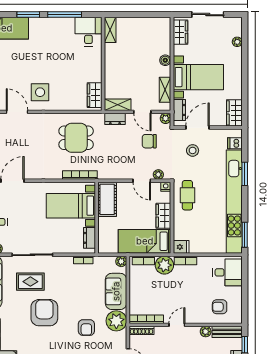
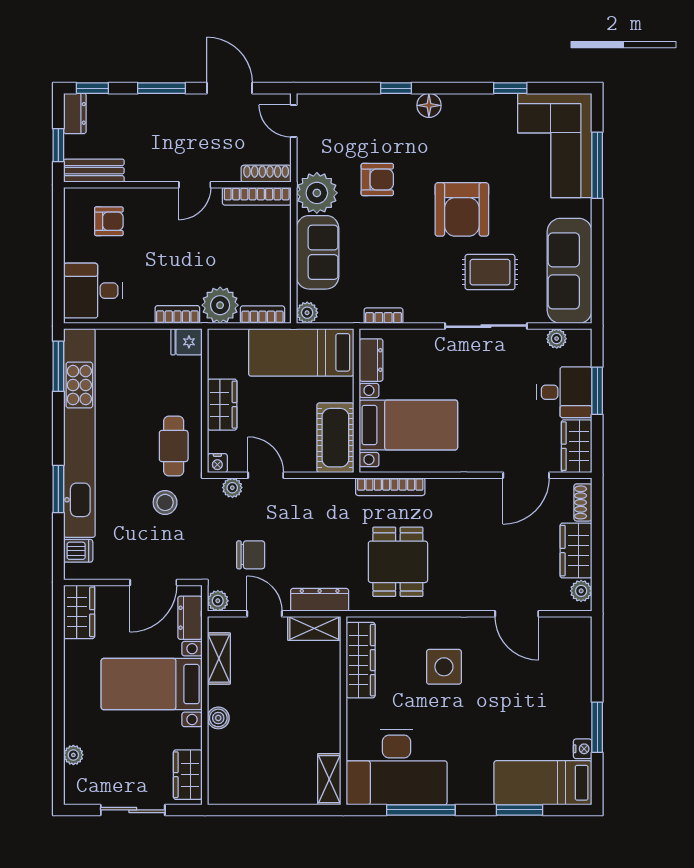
window: (28, 15) -> (519, 810), moved
desk: (88, 32) -> (397, 767), width x1.87, depth x1.30
side table: (40, 92) -> (444, 667), moved
wardrobe: (95, 95) -> (361, 660), width x1.50
dresser: (115, 119) -> (320, 600), width x1.44
dining table: (76, 138) -> (398, 562), turned 90
stool: (193, 150) -> (165, 502), moved
bed: (145, 241) -> (301, 352), moved, turned 180
armchair: (86, 328) -> (377, 180), turned 90
plant: (206, 332) -> (137, 171), removed

